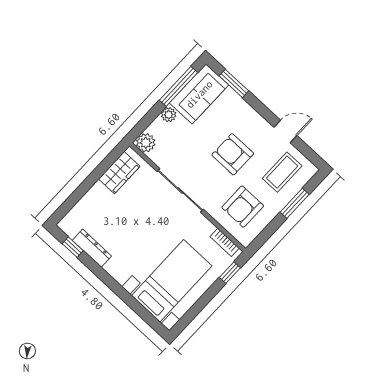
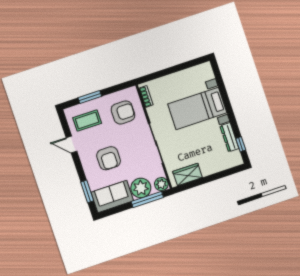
window: (179, 86) -> (147, 200), moved
plant: (169, 115) -> (141, 188), width x1.87, depth x1.87
armchair: (233, 154) -> (109, 158), moved
window: (230, 273) -> (153, 76), removed
bed with nightstands: (172, 281) -> (197, 108), moved

